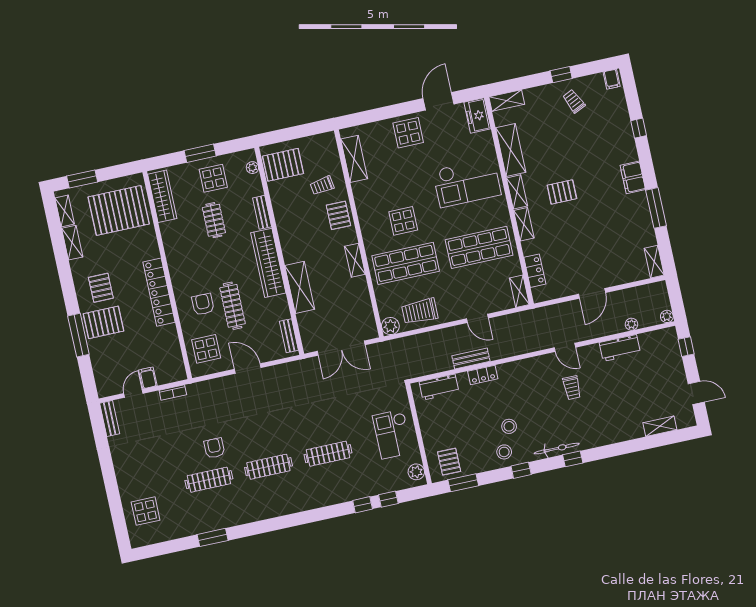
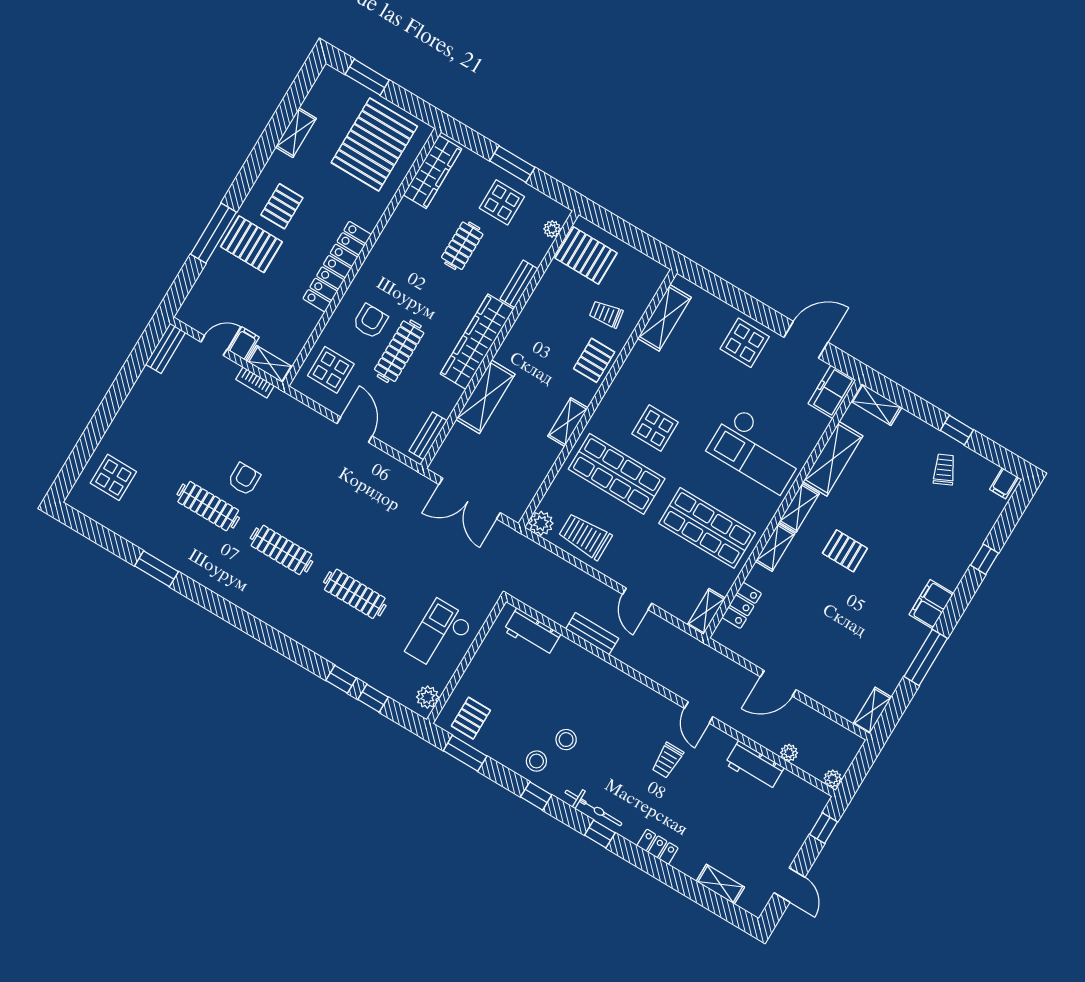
pallet: (119, 210) -> (374, 144), turned 90
shelving: (65, 211) -> (270, 364), moved, turned 90
locker: (483, 375) -> (657, 847), moved, turned 180

